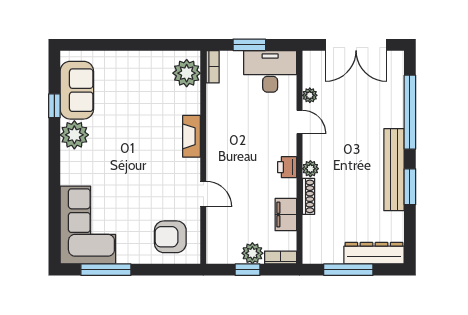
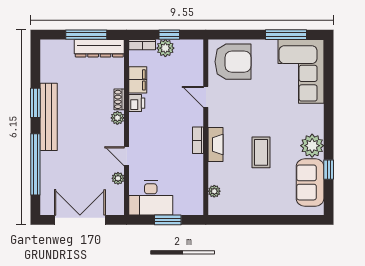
bookcase: (213, 67) -> (198, 140), moved
plant: (187, 73) -> (214, 191), width x0.53, depth x0.53
coffee table: (136, 127) -> (261, 152), added
printer: (287, 167) -> (137, 103), moved
shoe rack: (308, 196) -> (119, 99), width x0.70
armchair: (170, 237) -> (233, 62), width x1.36, depth x1.36
dresser: (374, 253) -> (99, 48), moved

